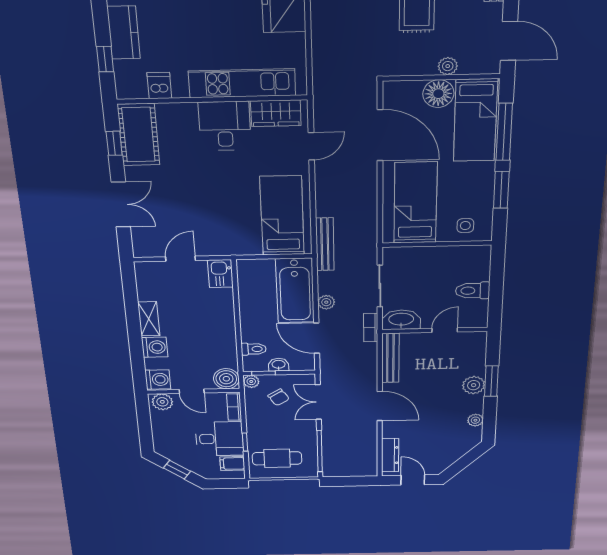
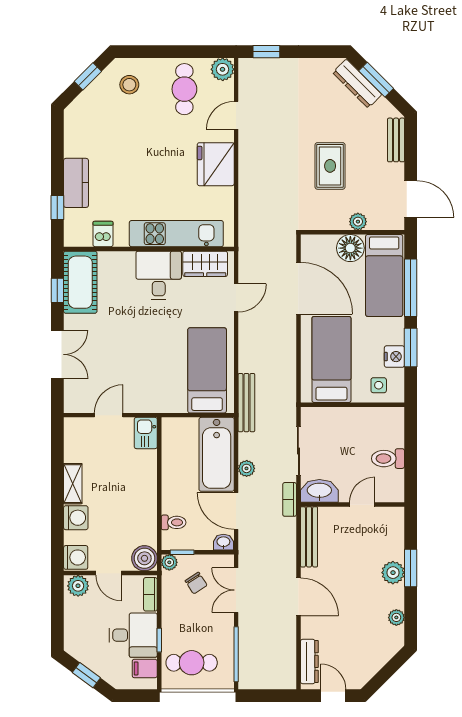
nightstand: (483, 199) -> (394, 357), added
washbasin: (279, 365) -> (223, 542), moved

